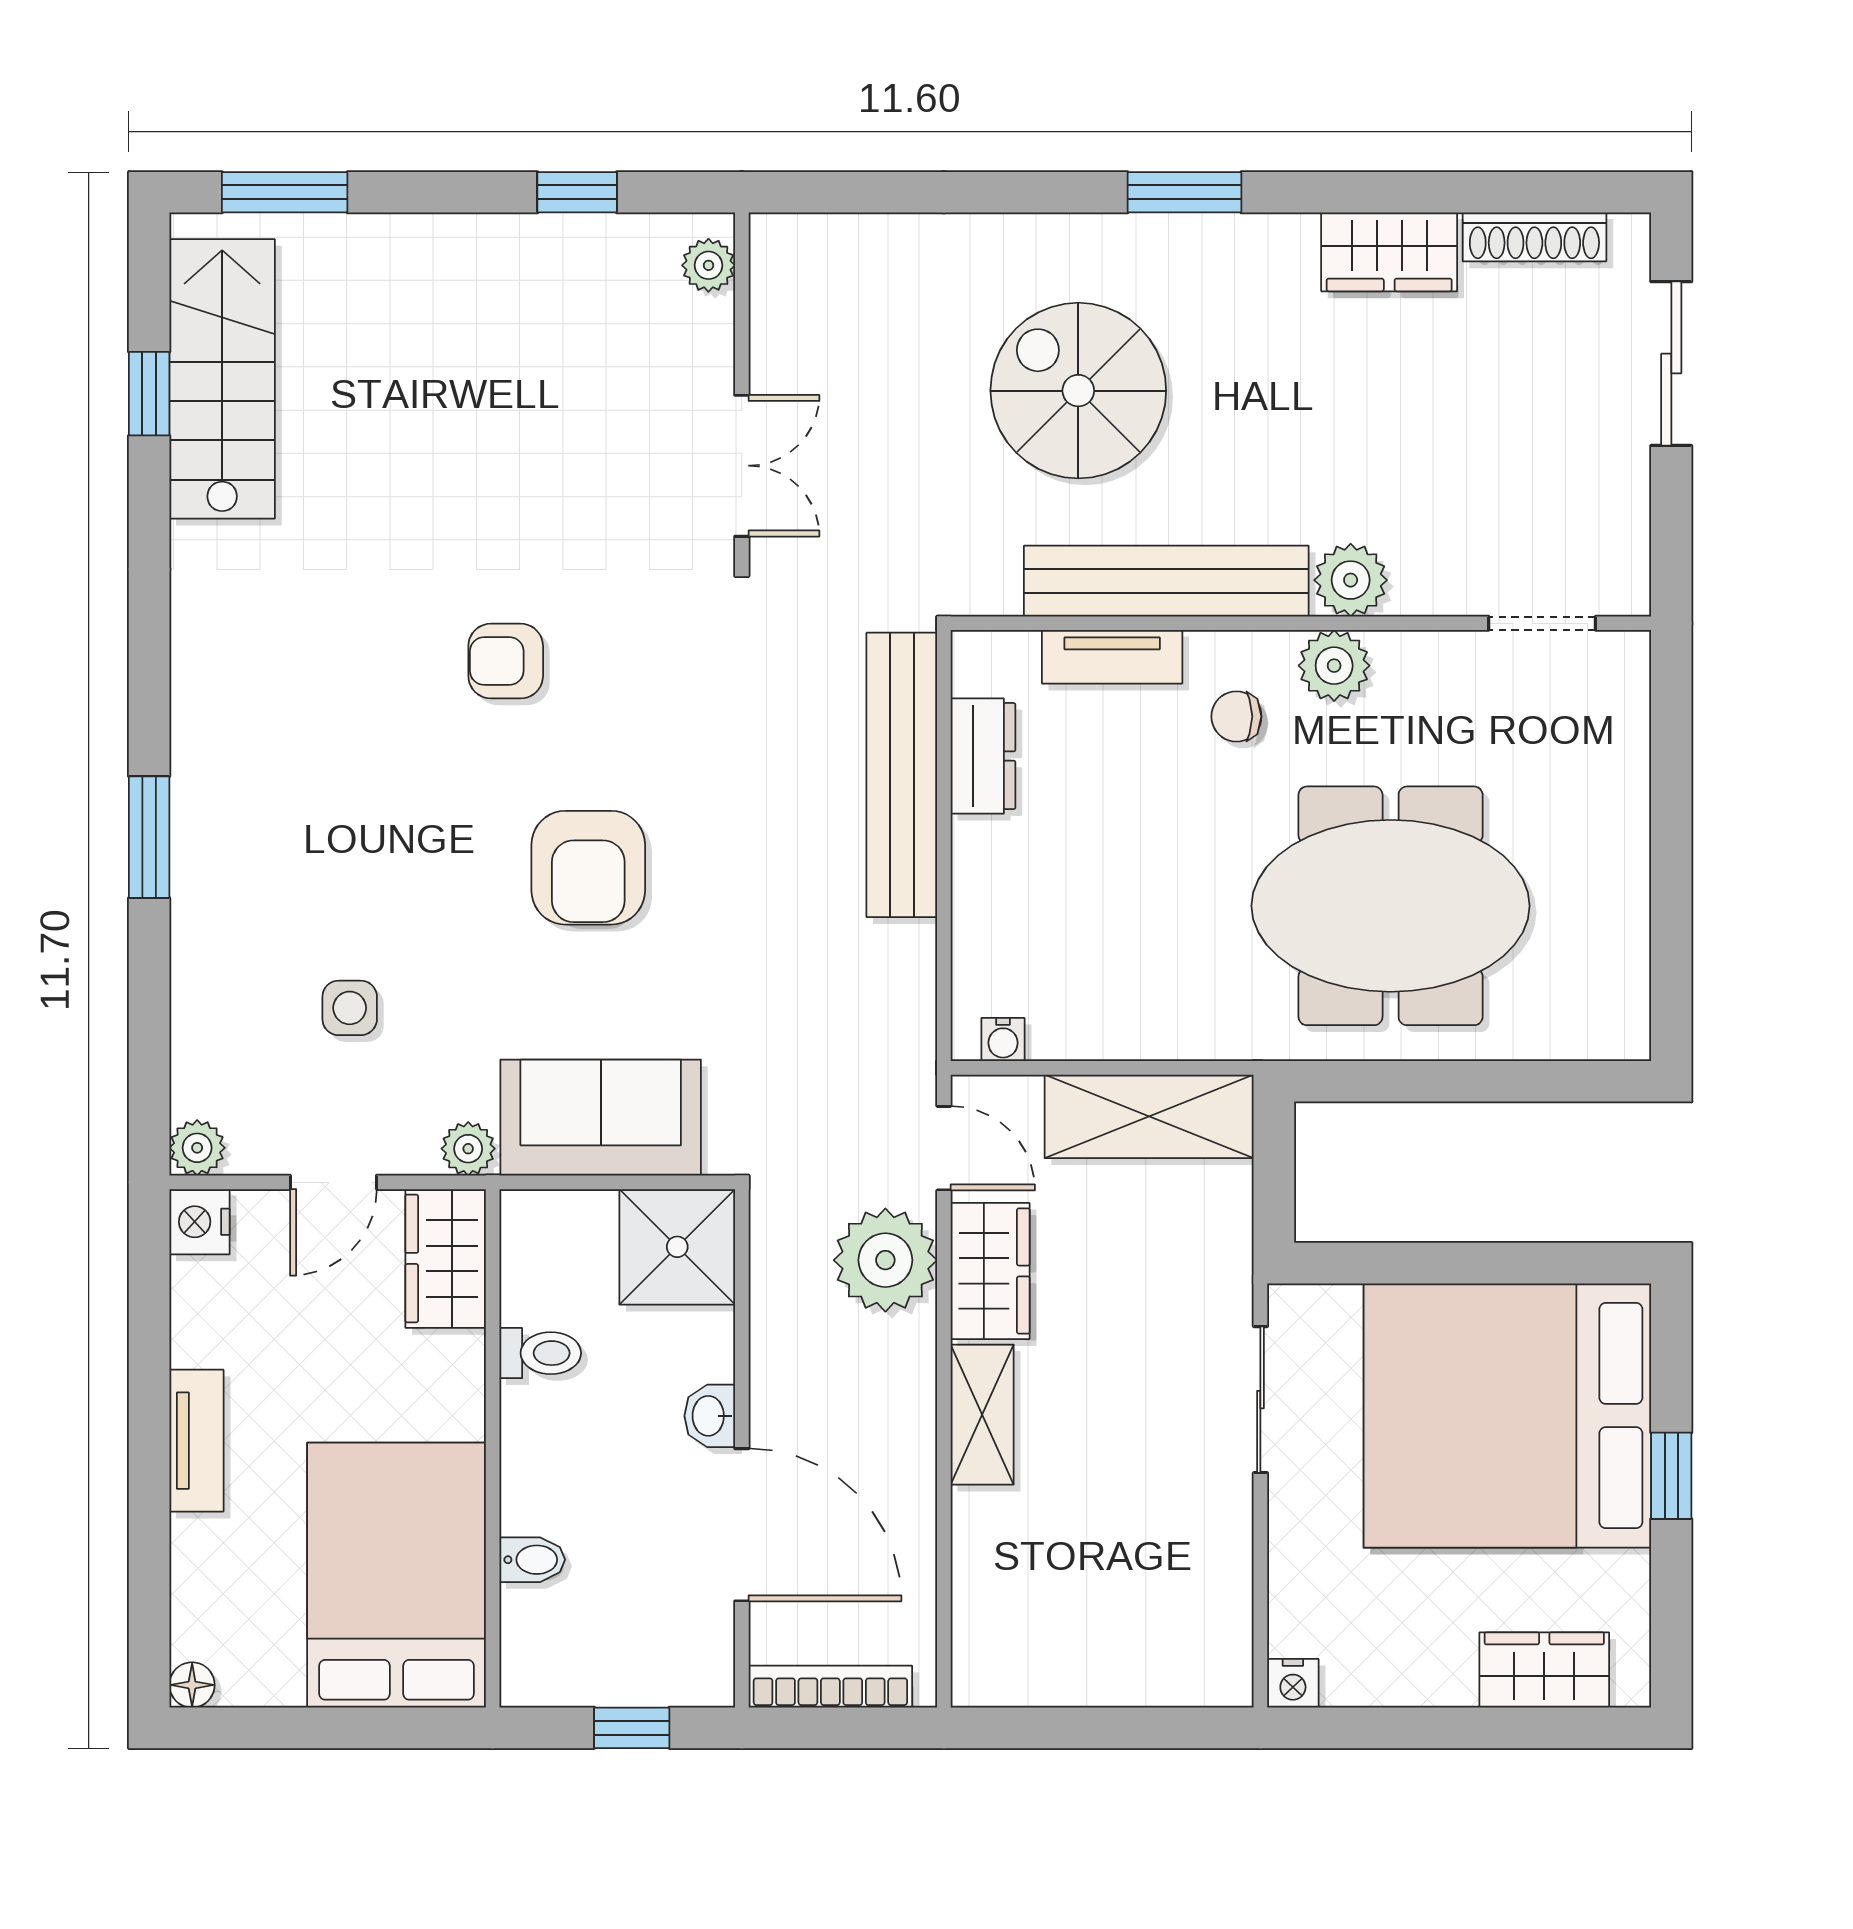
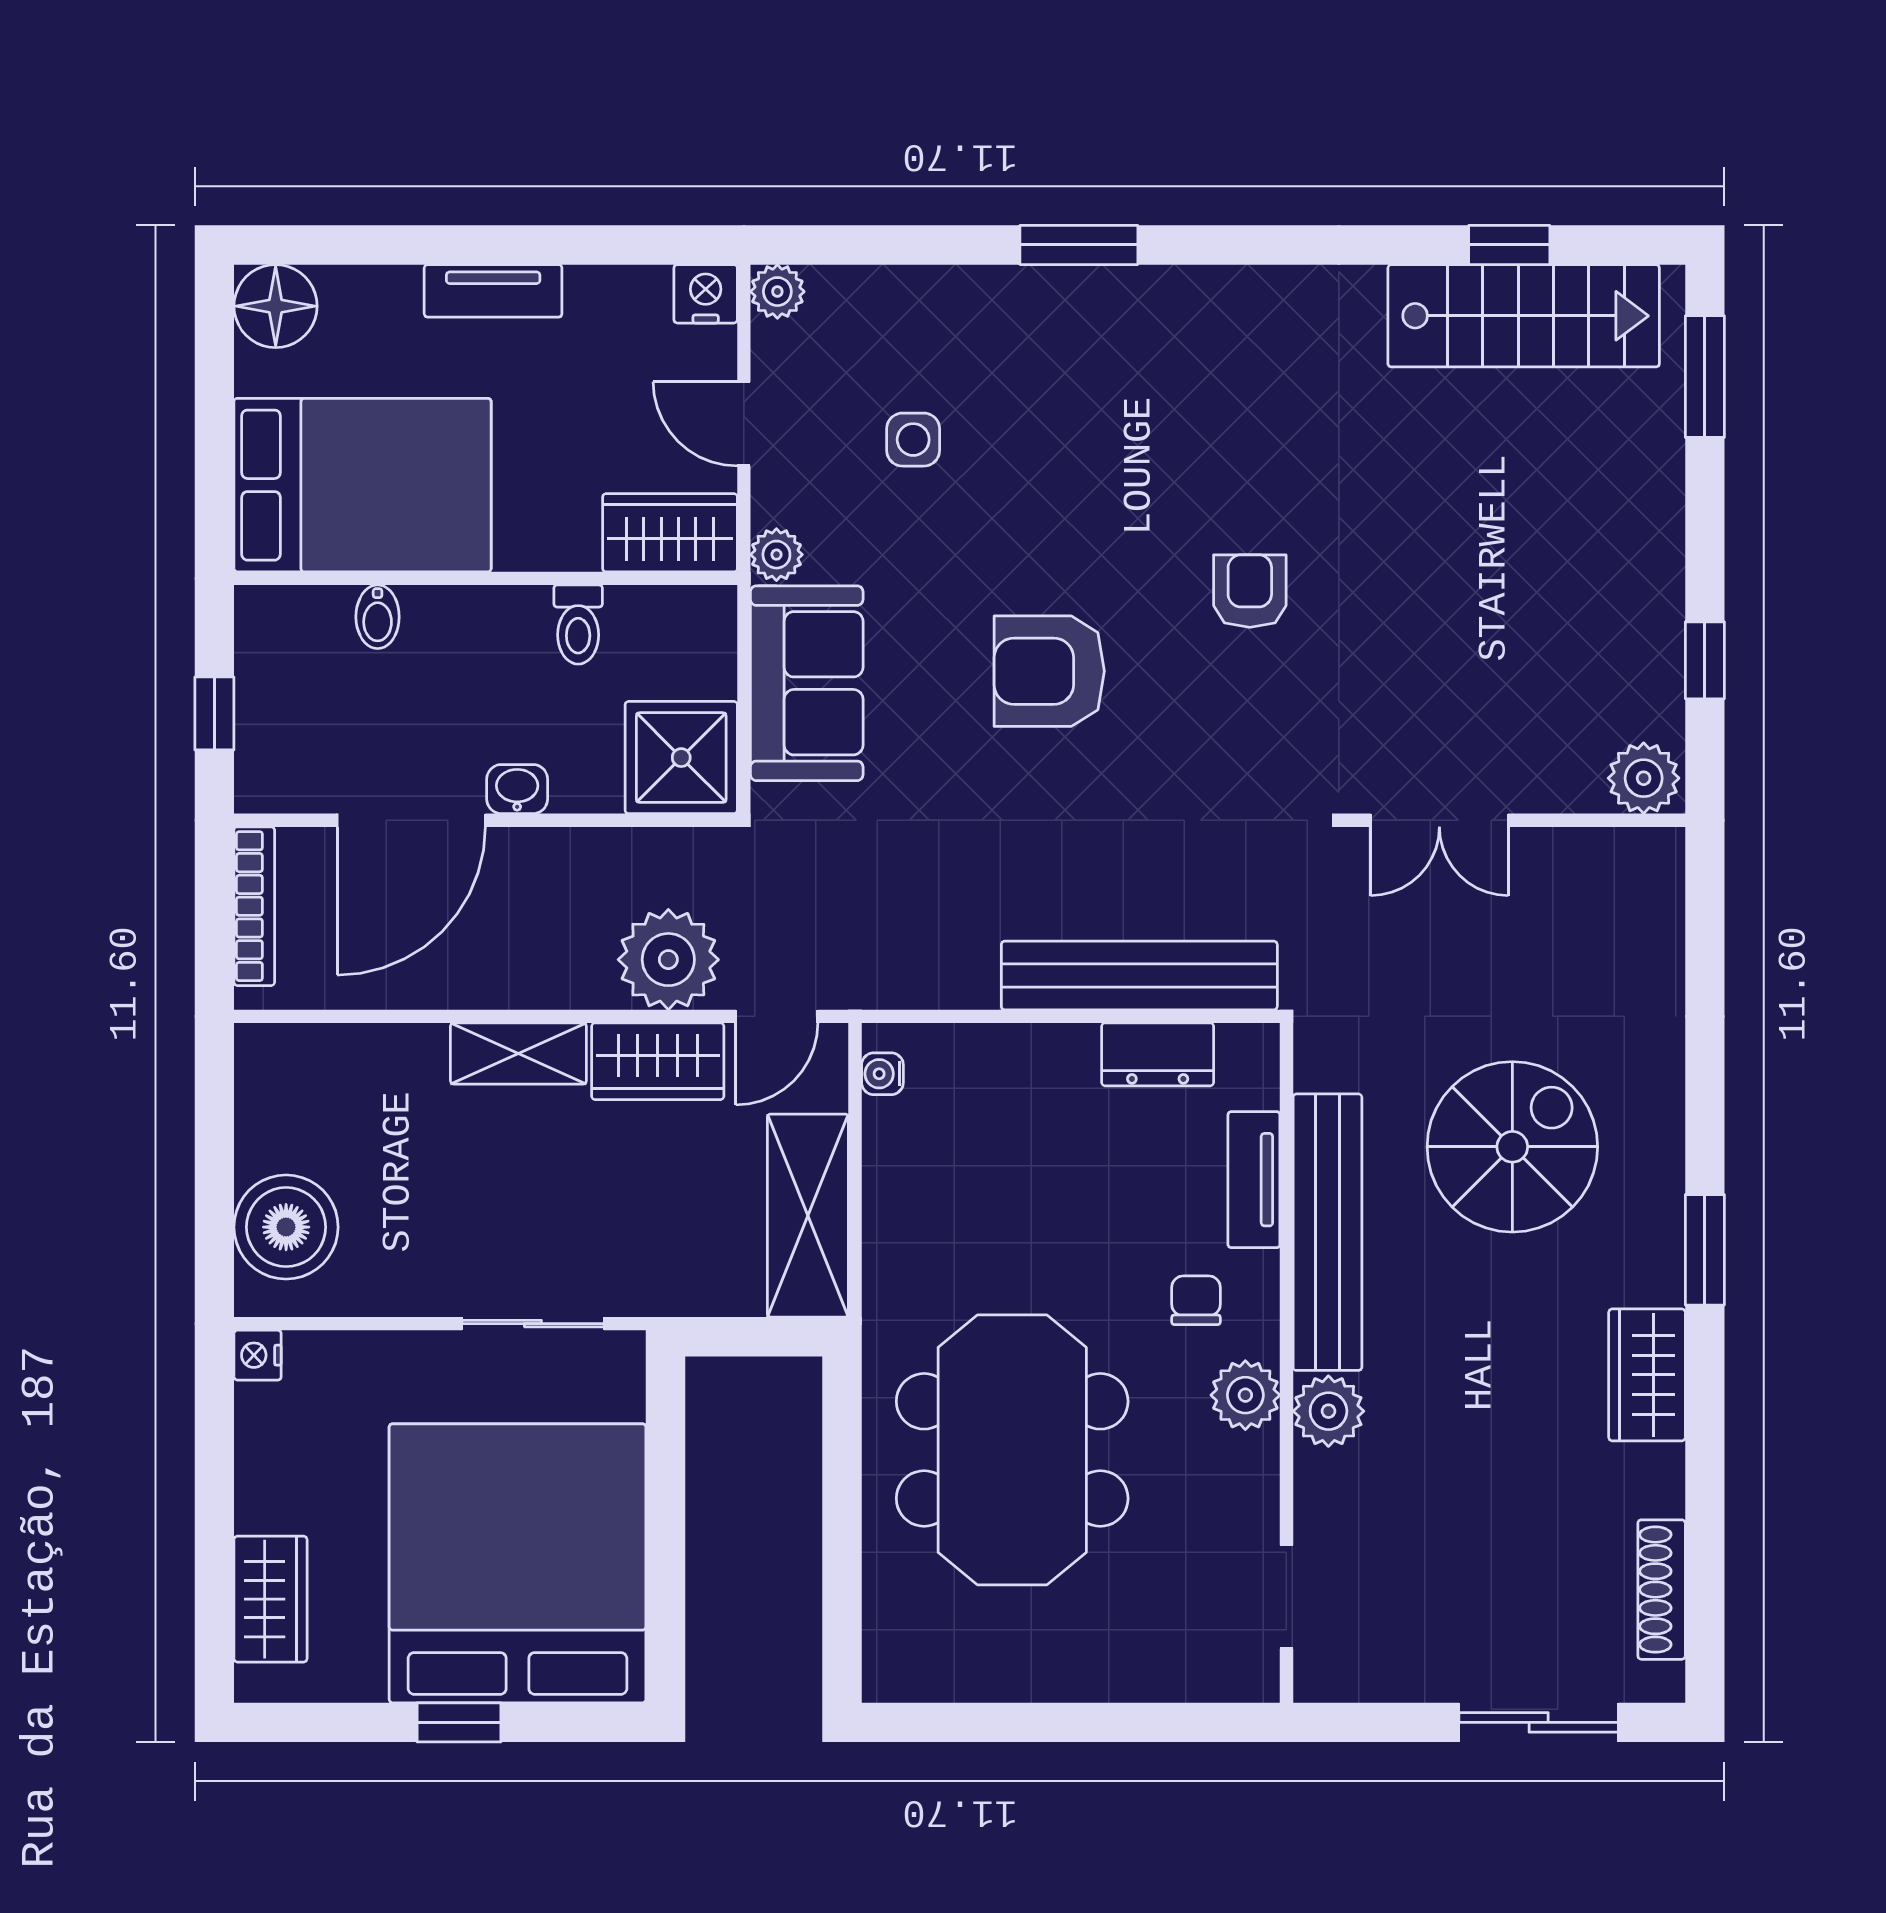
wardrobe: (1389, 252) -> (1647, 1375), moved
plant: (708, 265) -> (1644, 778), width x1.38, depth x1.38
boiler: (1161, 1654) -> (286, 1227), added
floor lamp: (192, 1685) -> (276, 306), width x1.89, depth x1.89

